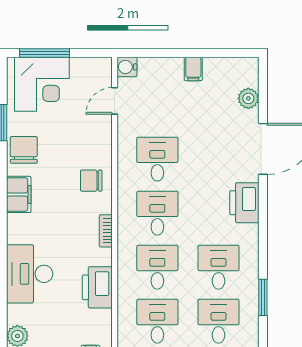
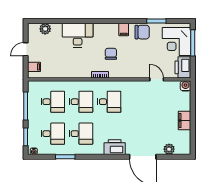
filing cabinet: (193, 69) -> (184, 120), width x2.00
door: (115, 101) -> (157, 79), moved
desk: (157, 159) -> (137, 102), removed
chair: (91, 181) -> (111, 54), moved
filing cabinet: (19, 194) -> (124, 29), width x0.50
printer: (97, 287) -> (183, 67), moved, turned -90

